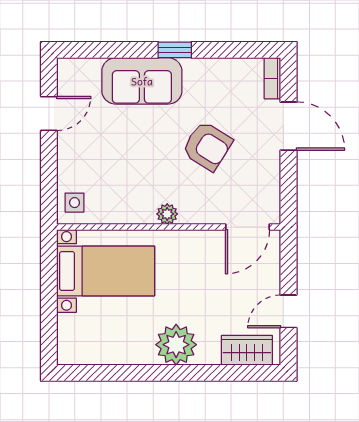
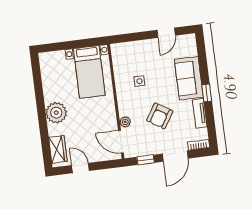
tv unit: (212, 69) -> (200, 113), added
door: (49, 113) -> (166, 33), hinge flipped
window: (288, 184) -> (146, 160), added
side table: (75, 203) -> (140, 81), moved
plant: (167, 214) -> (125, 122), moved

